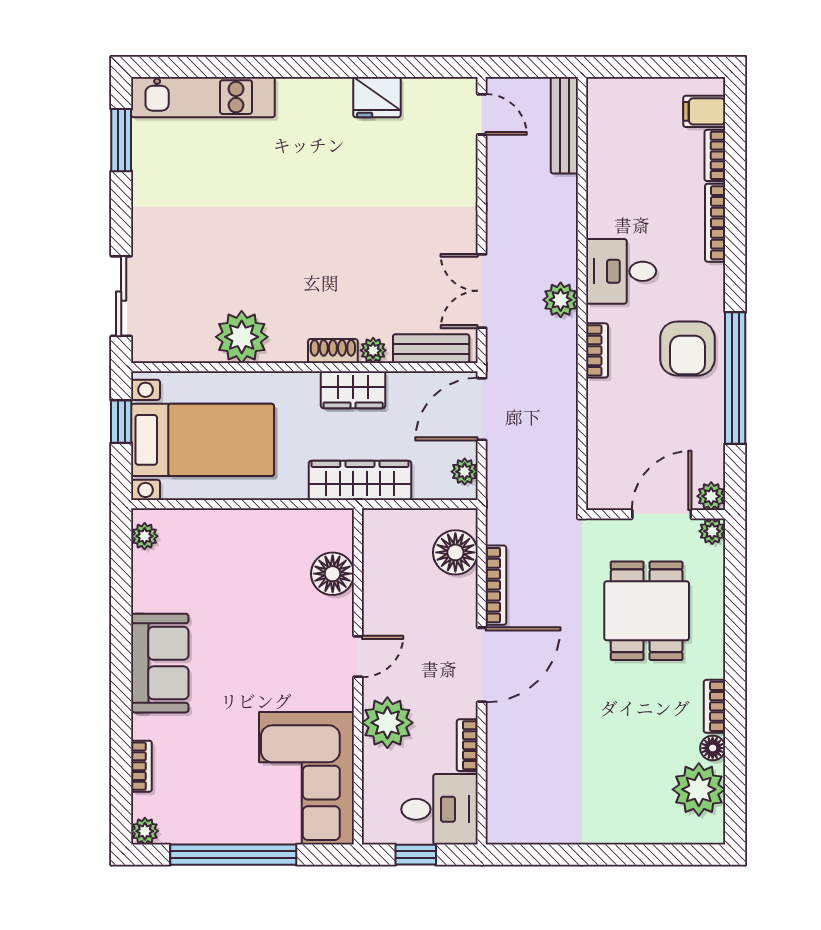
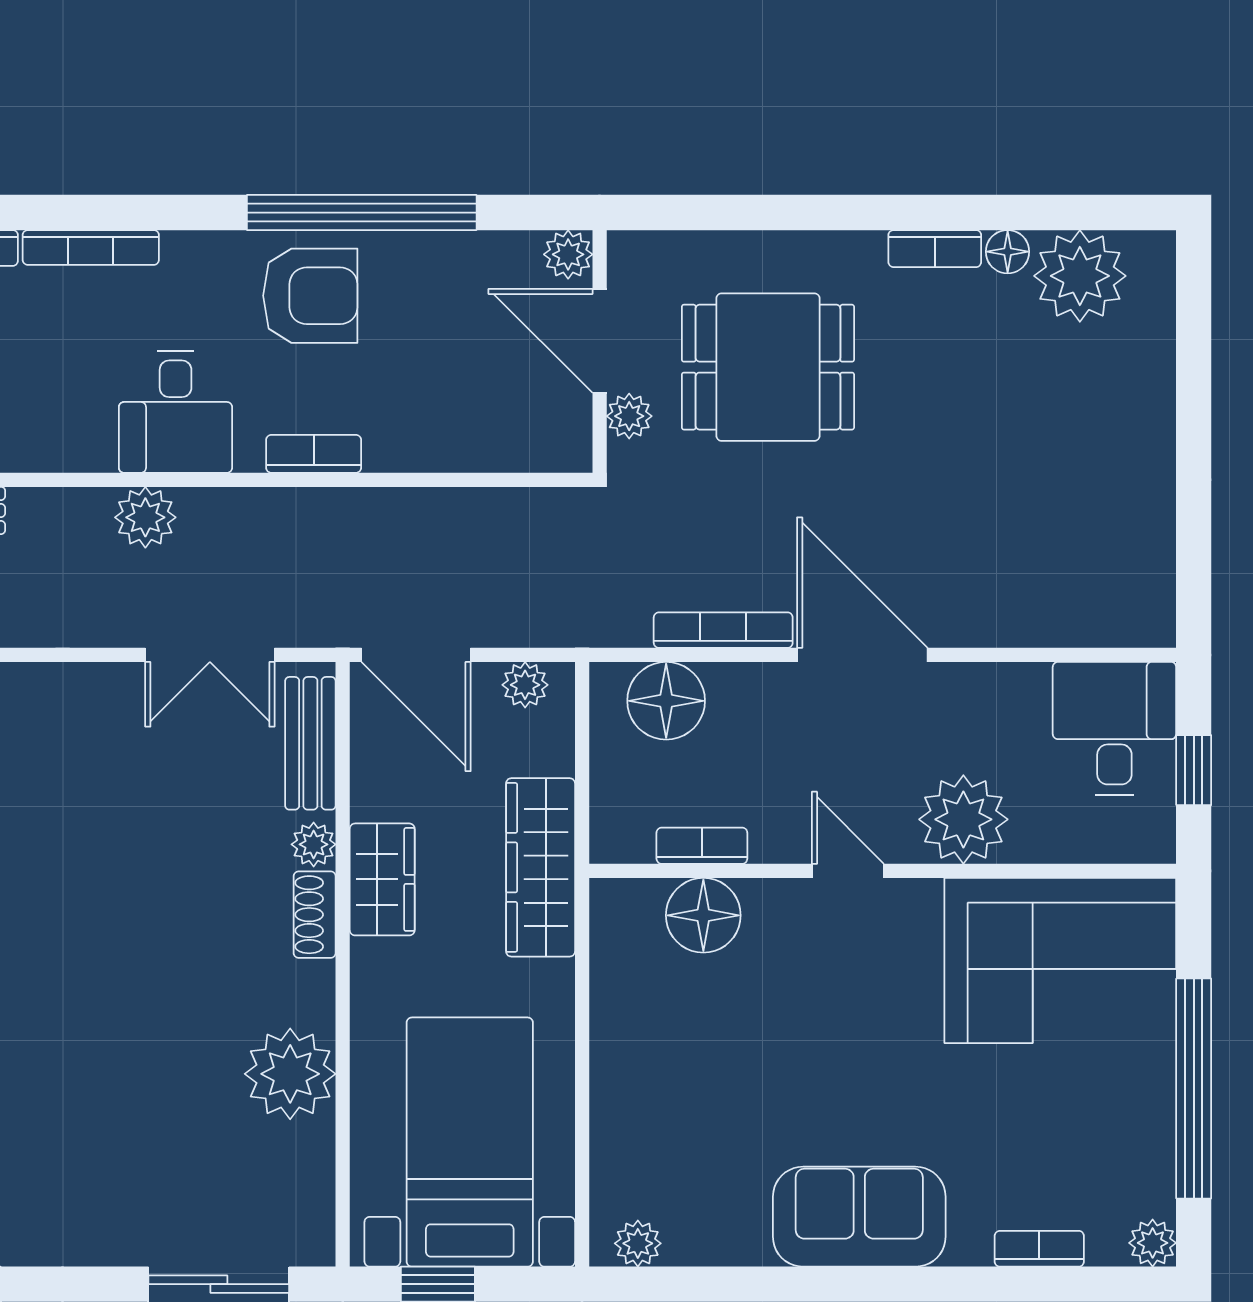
plant: (561, 300) -> (145, 517), moved
plant: (712, 531) -> (629, 416), moved
bookcase: (467, 745) -> (702, 846), moved, turned 180

